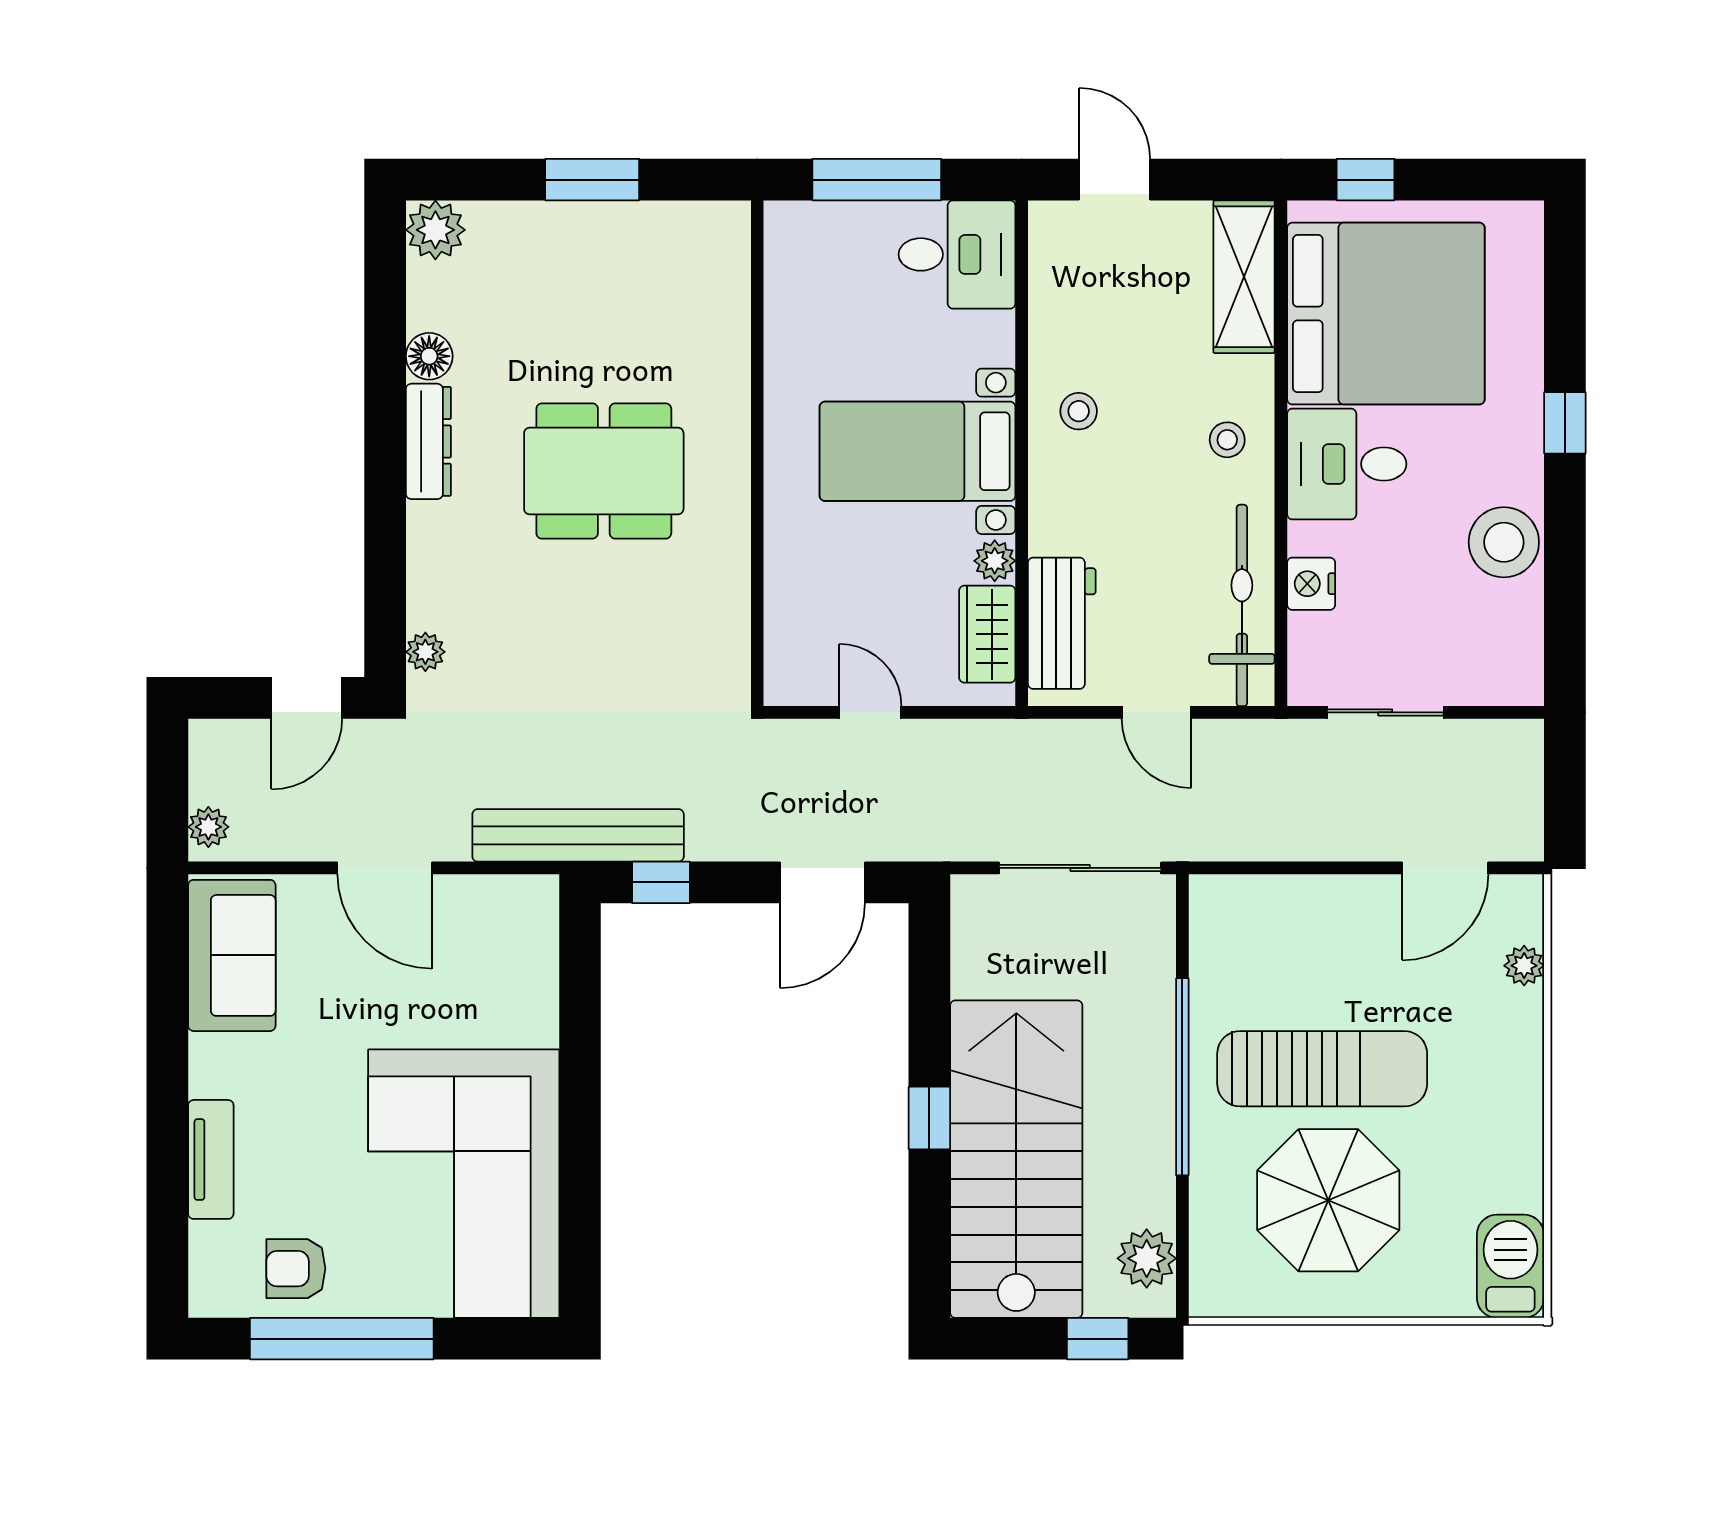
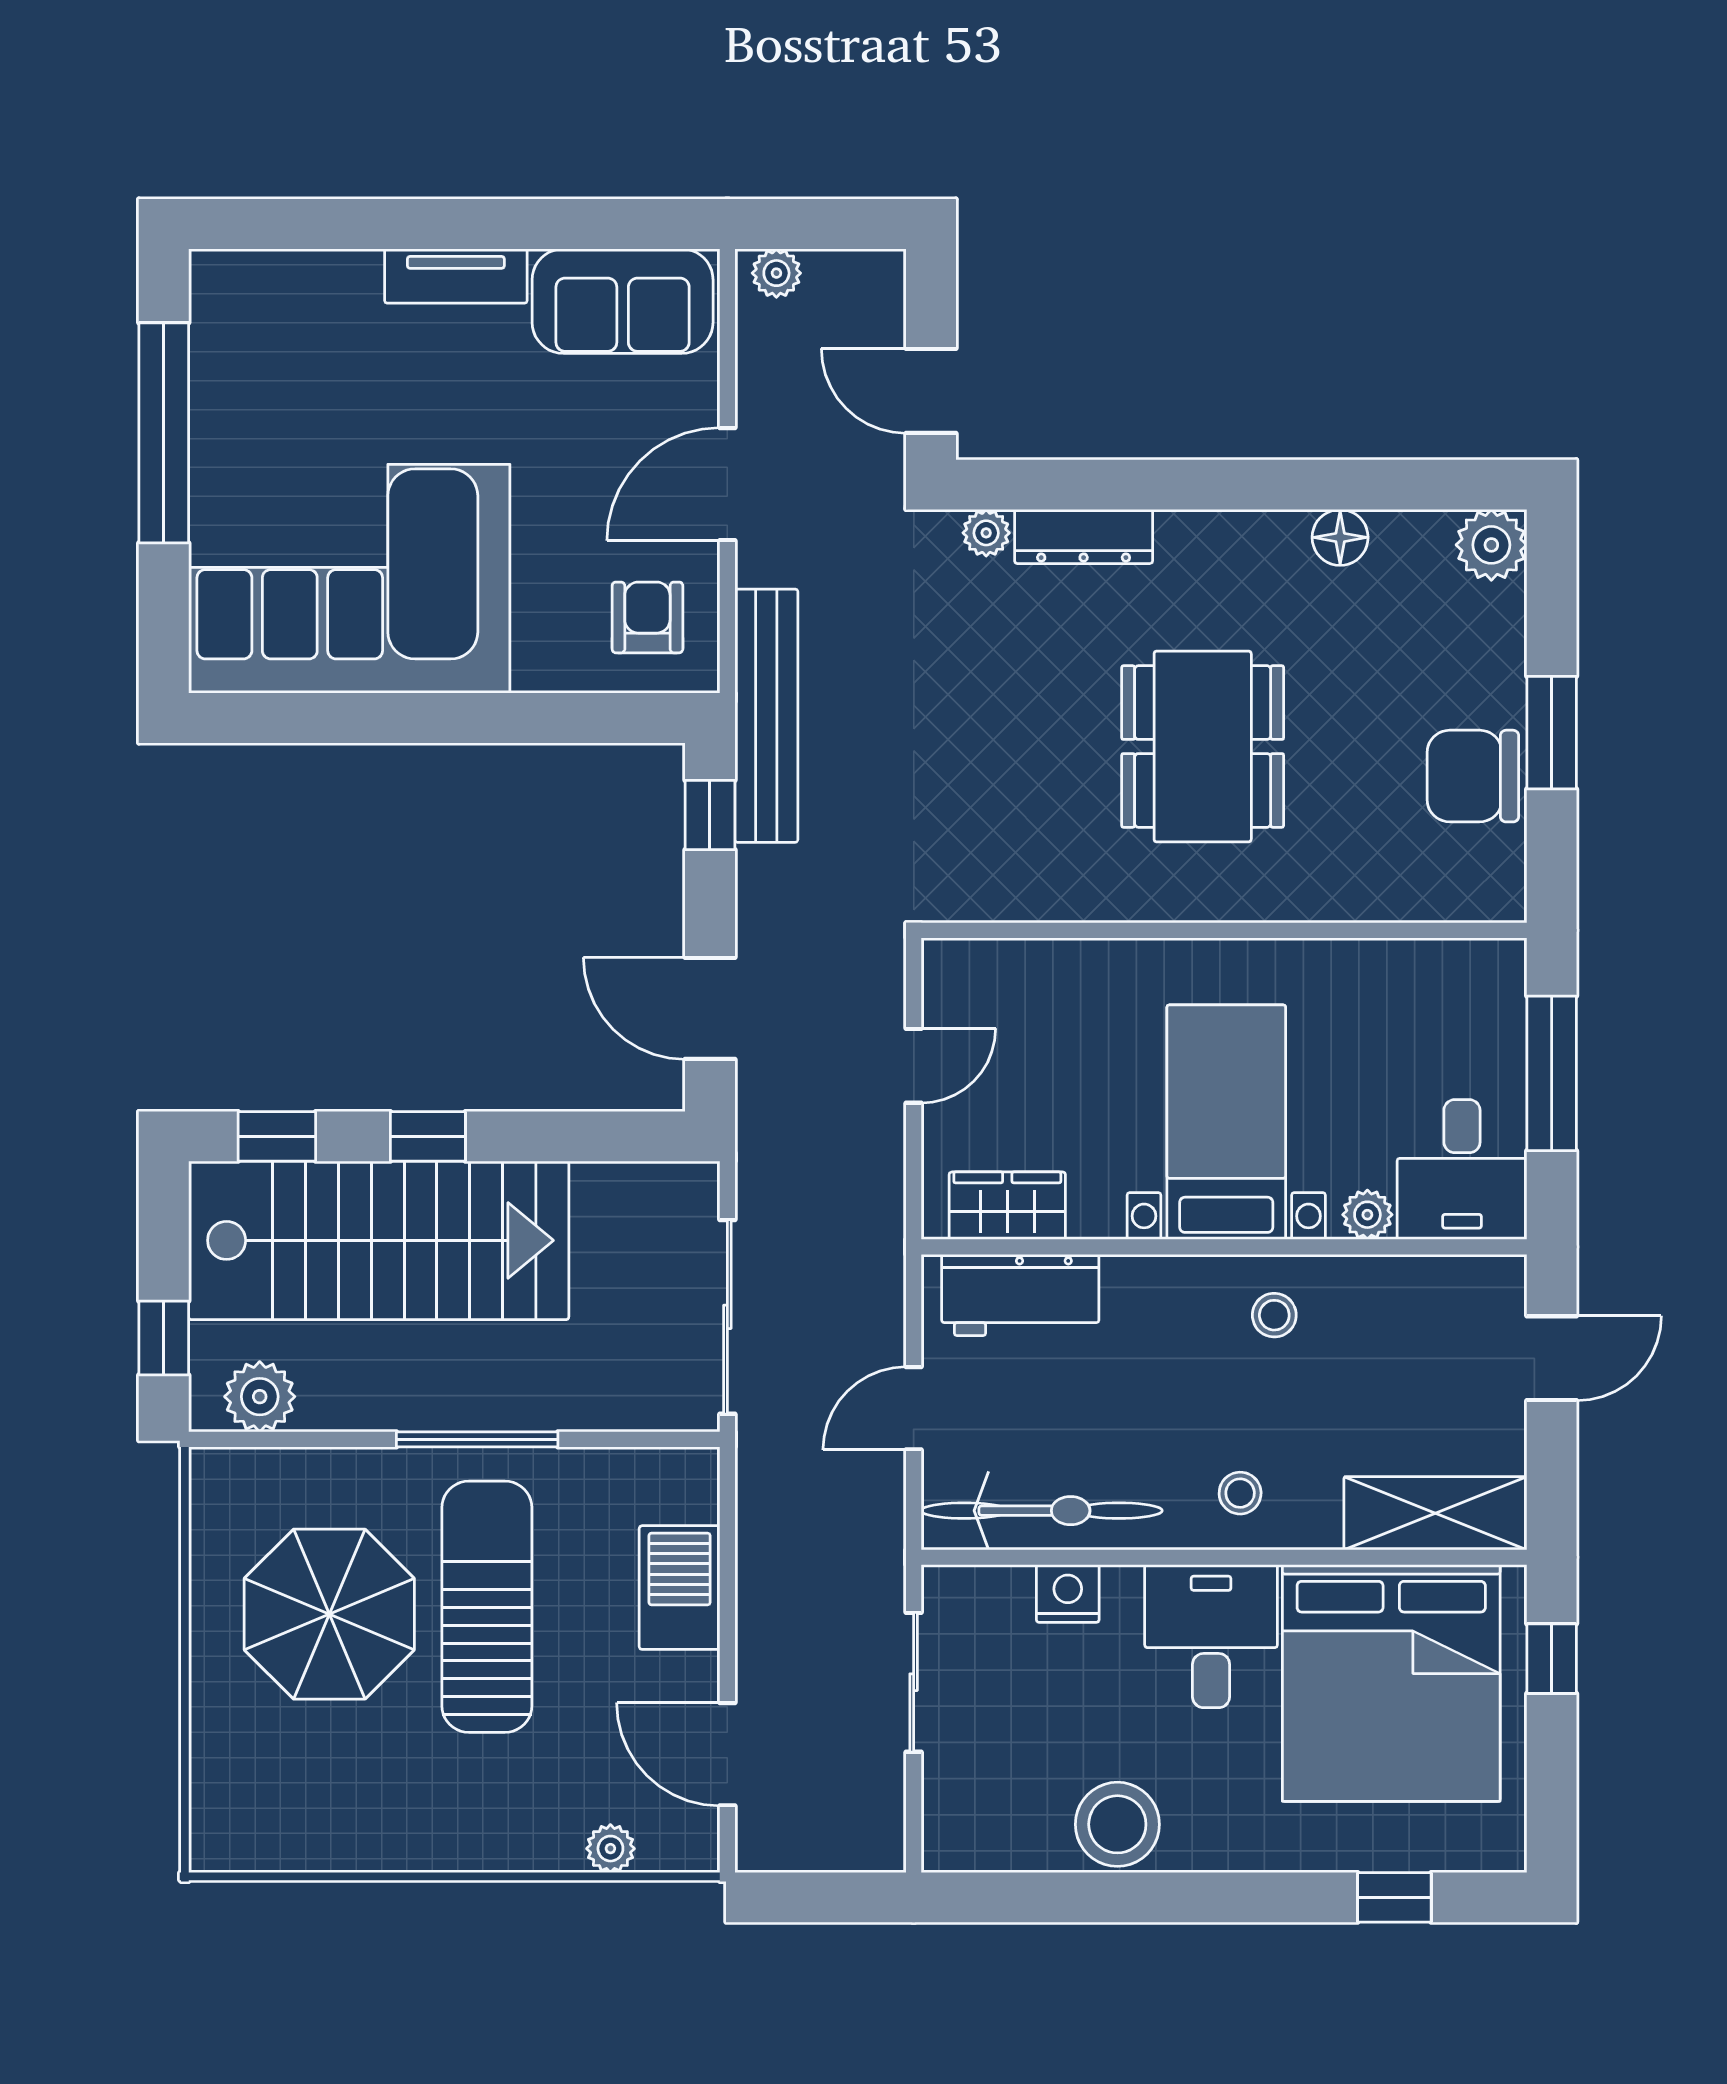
chair: (628, 245) -> (1473, 776), added
window: (1565, 423) -> (1394, 1897), moved
dresser: (428, 441) -> (1084, 536), moved
plant: (995, 561) -> (1367, 1215), moved
sun lounger: (1322, 1069) -> (487, 1607), turned 180
window: (1182, 1077) -> (477, 1439), width x0.68
tv unit: (211, 1159) -> (456, 276), moved
window: (929, 1244) -> (277, 1136), added
barbecue: (1510, 1266) -> (680, 1588), moved, turned -90
armchair: (296, 1269) -> (647, 617), moved

